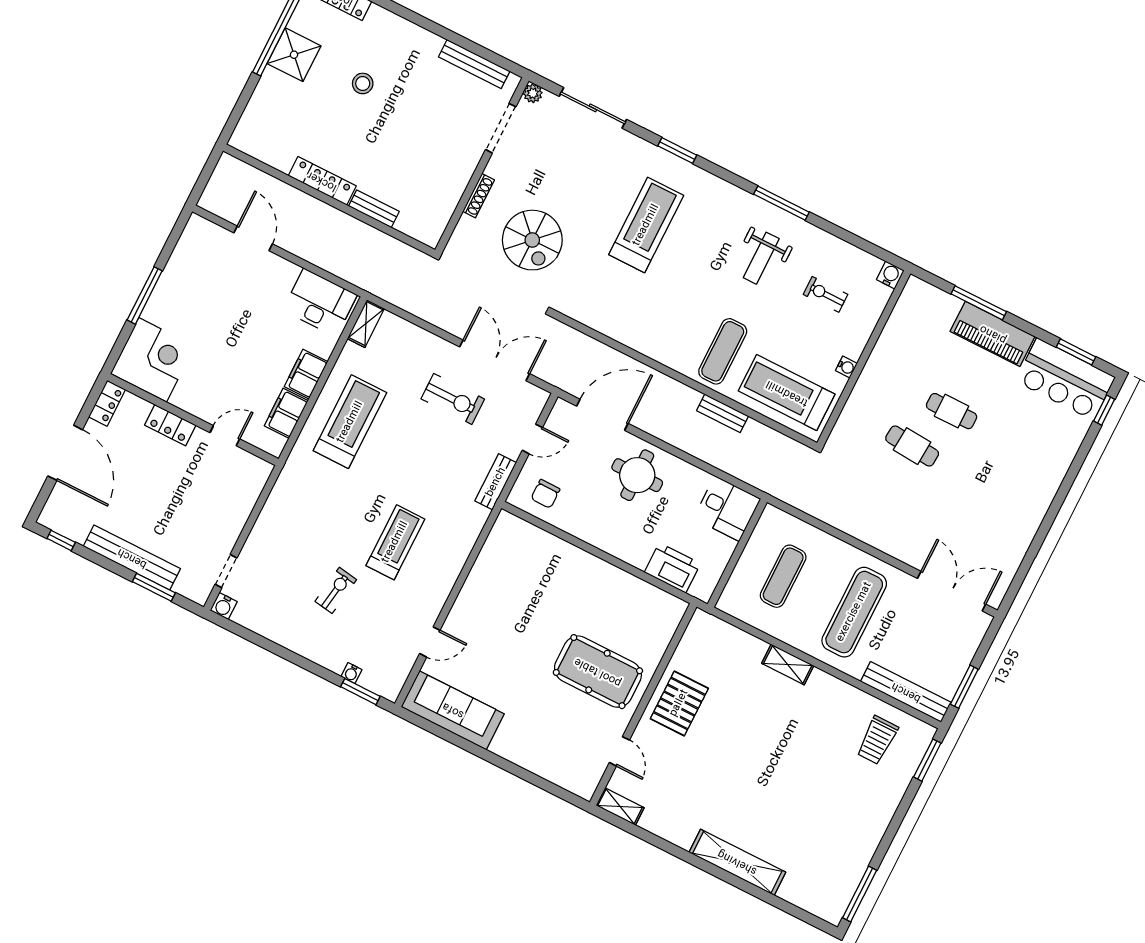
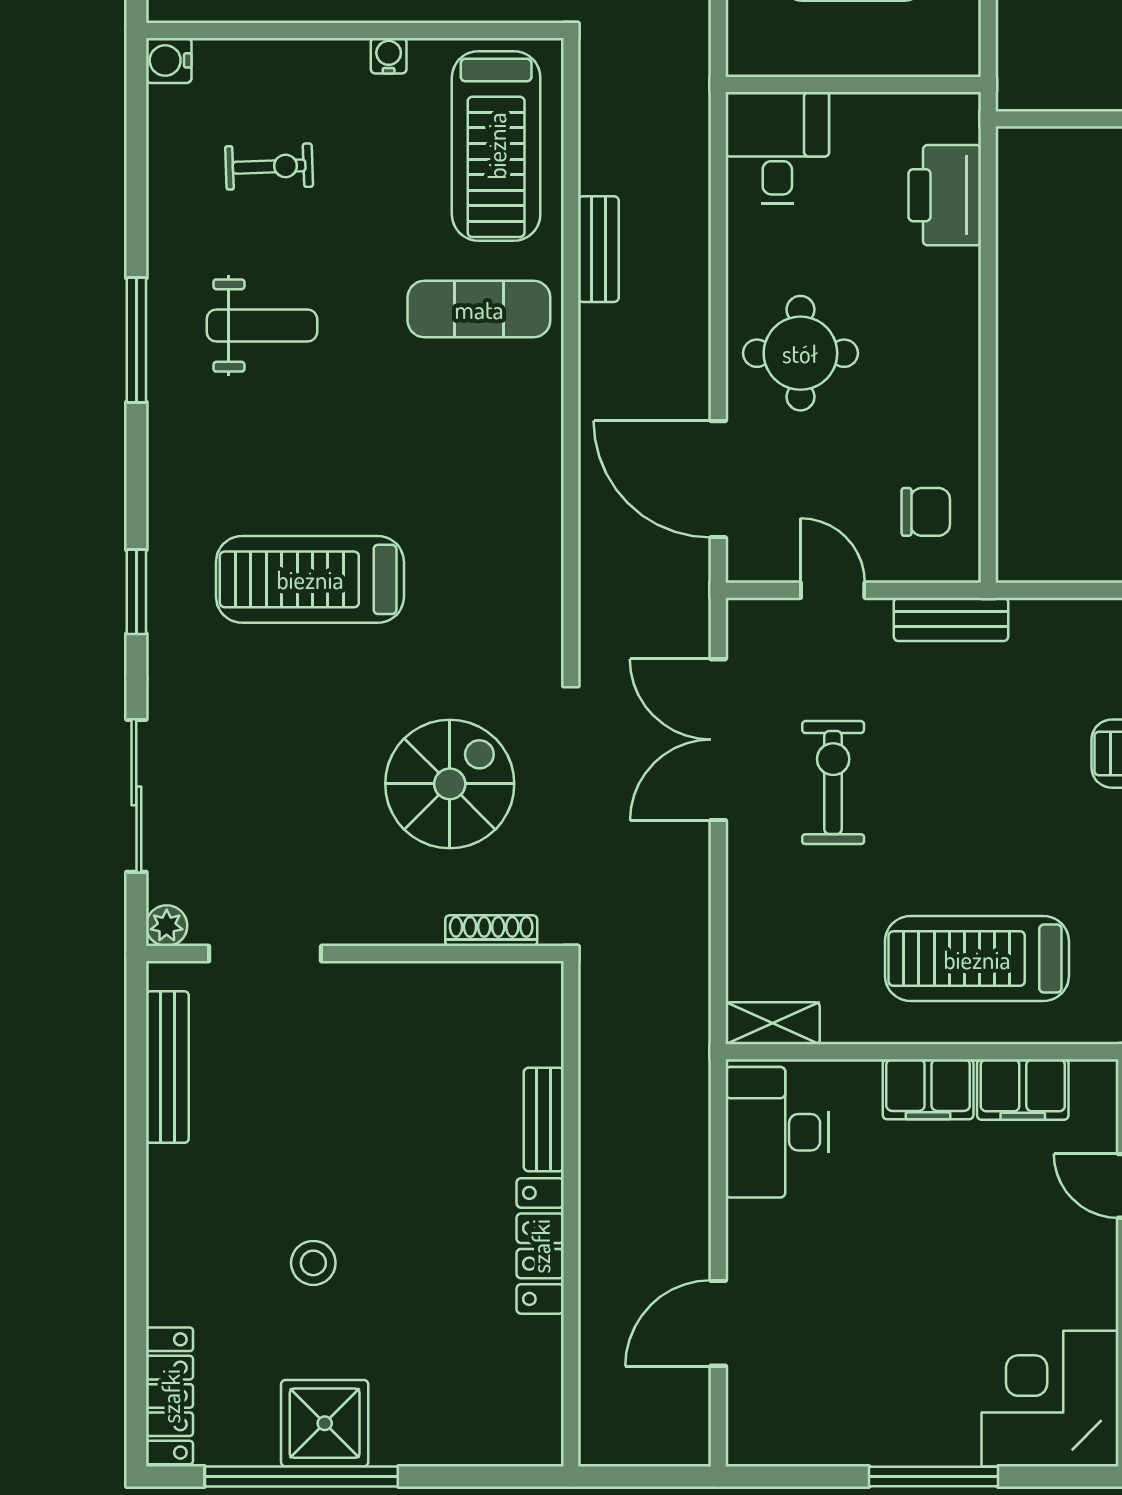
shoe rack: (479, 196) -> (491, 931), moved
exercise bike: (825, 294) -> (269, 167), turned -92

